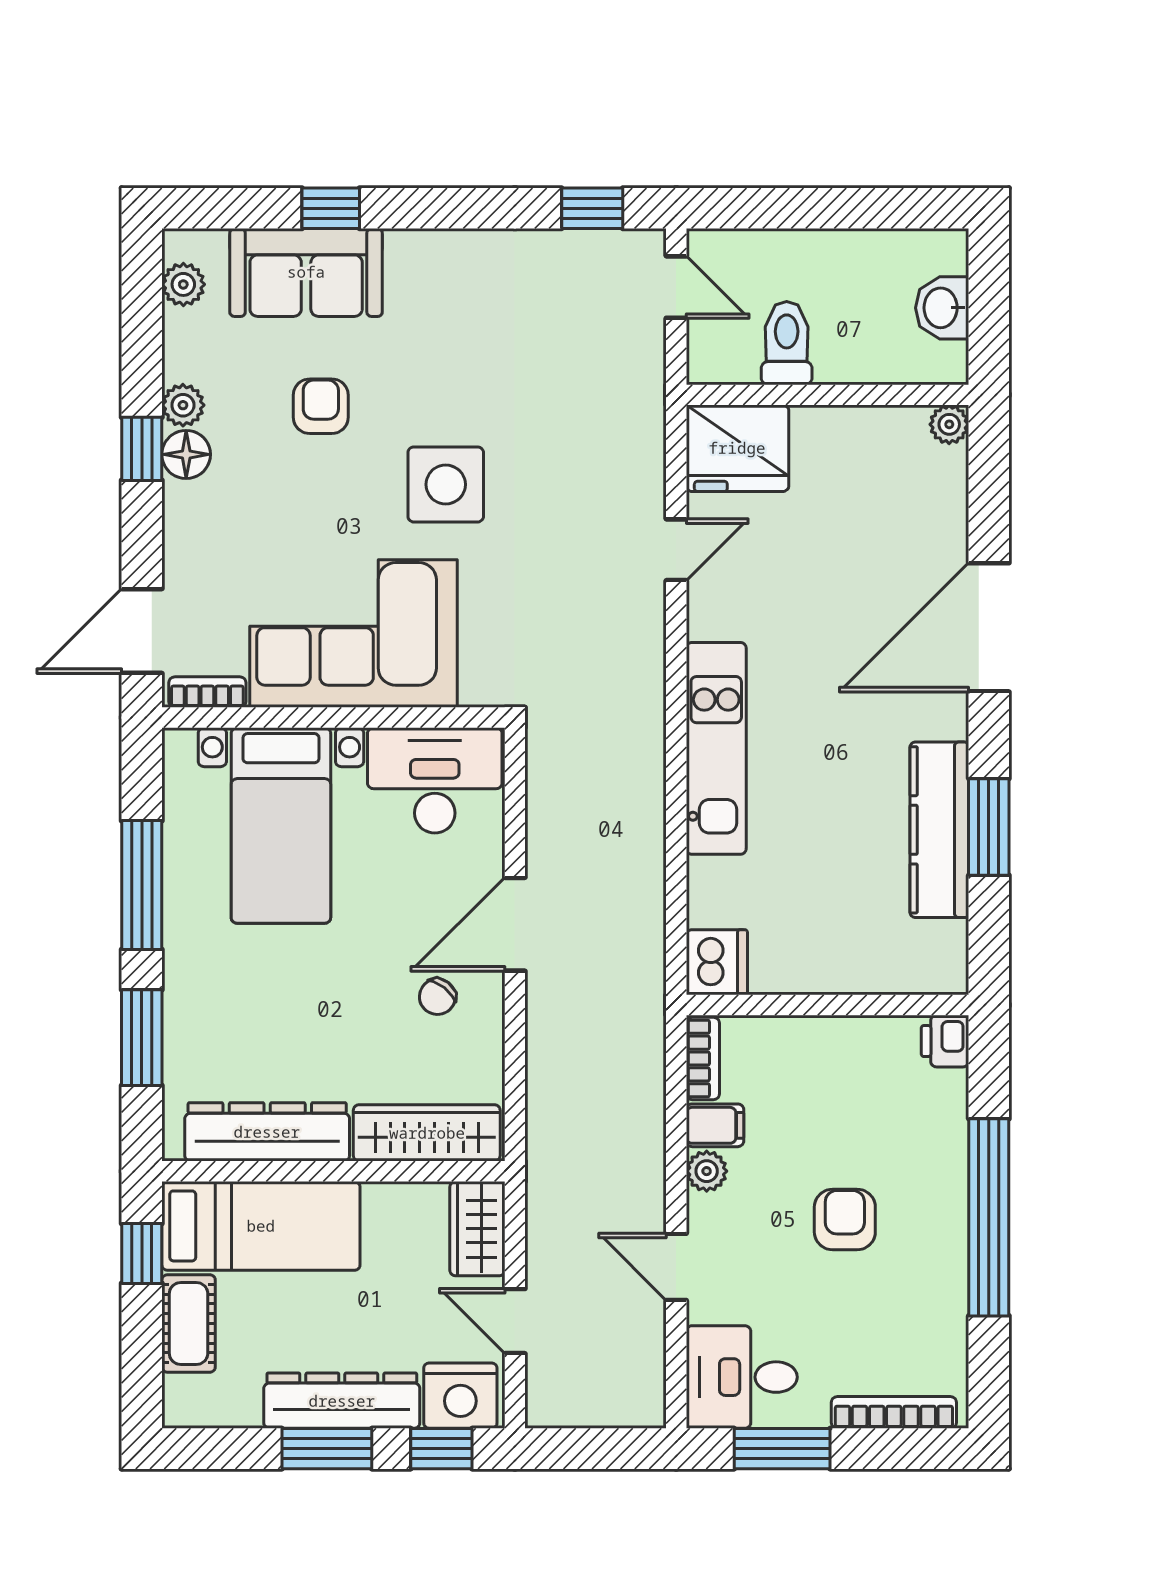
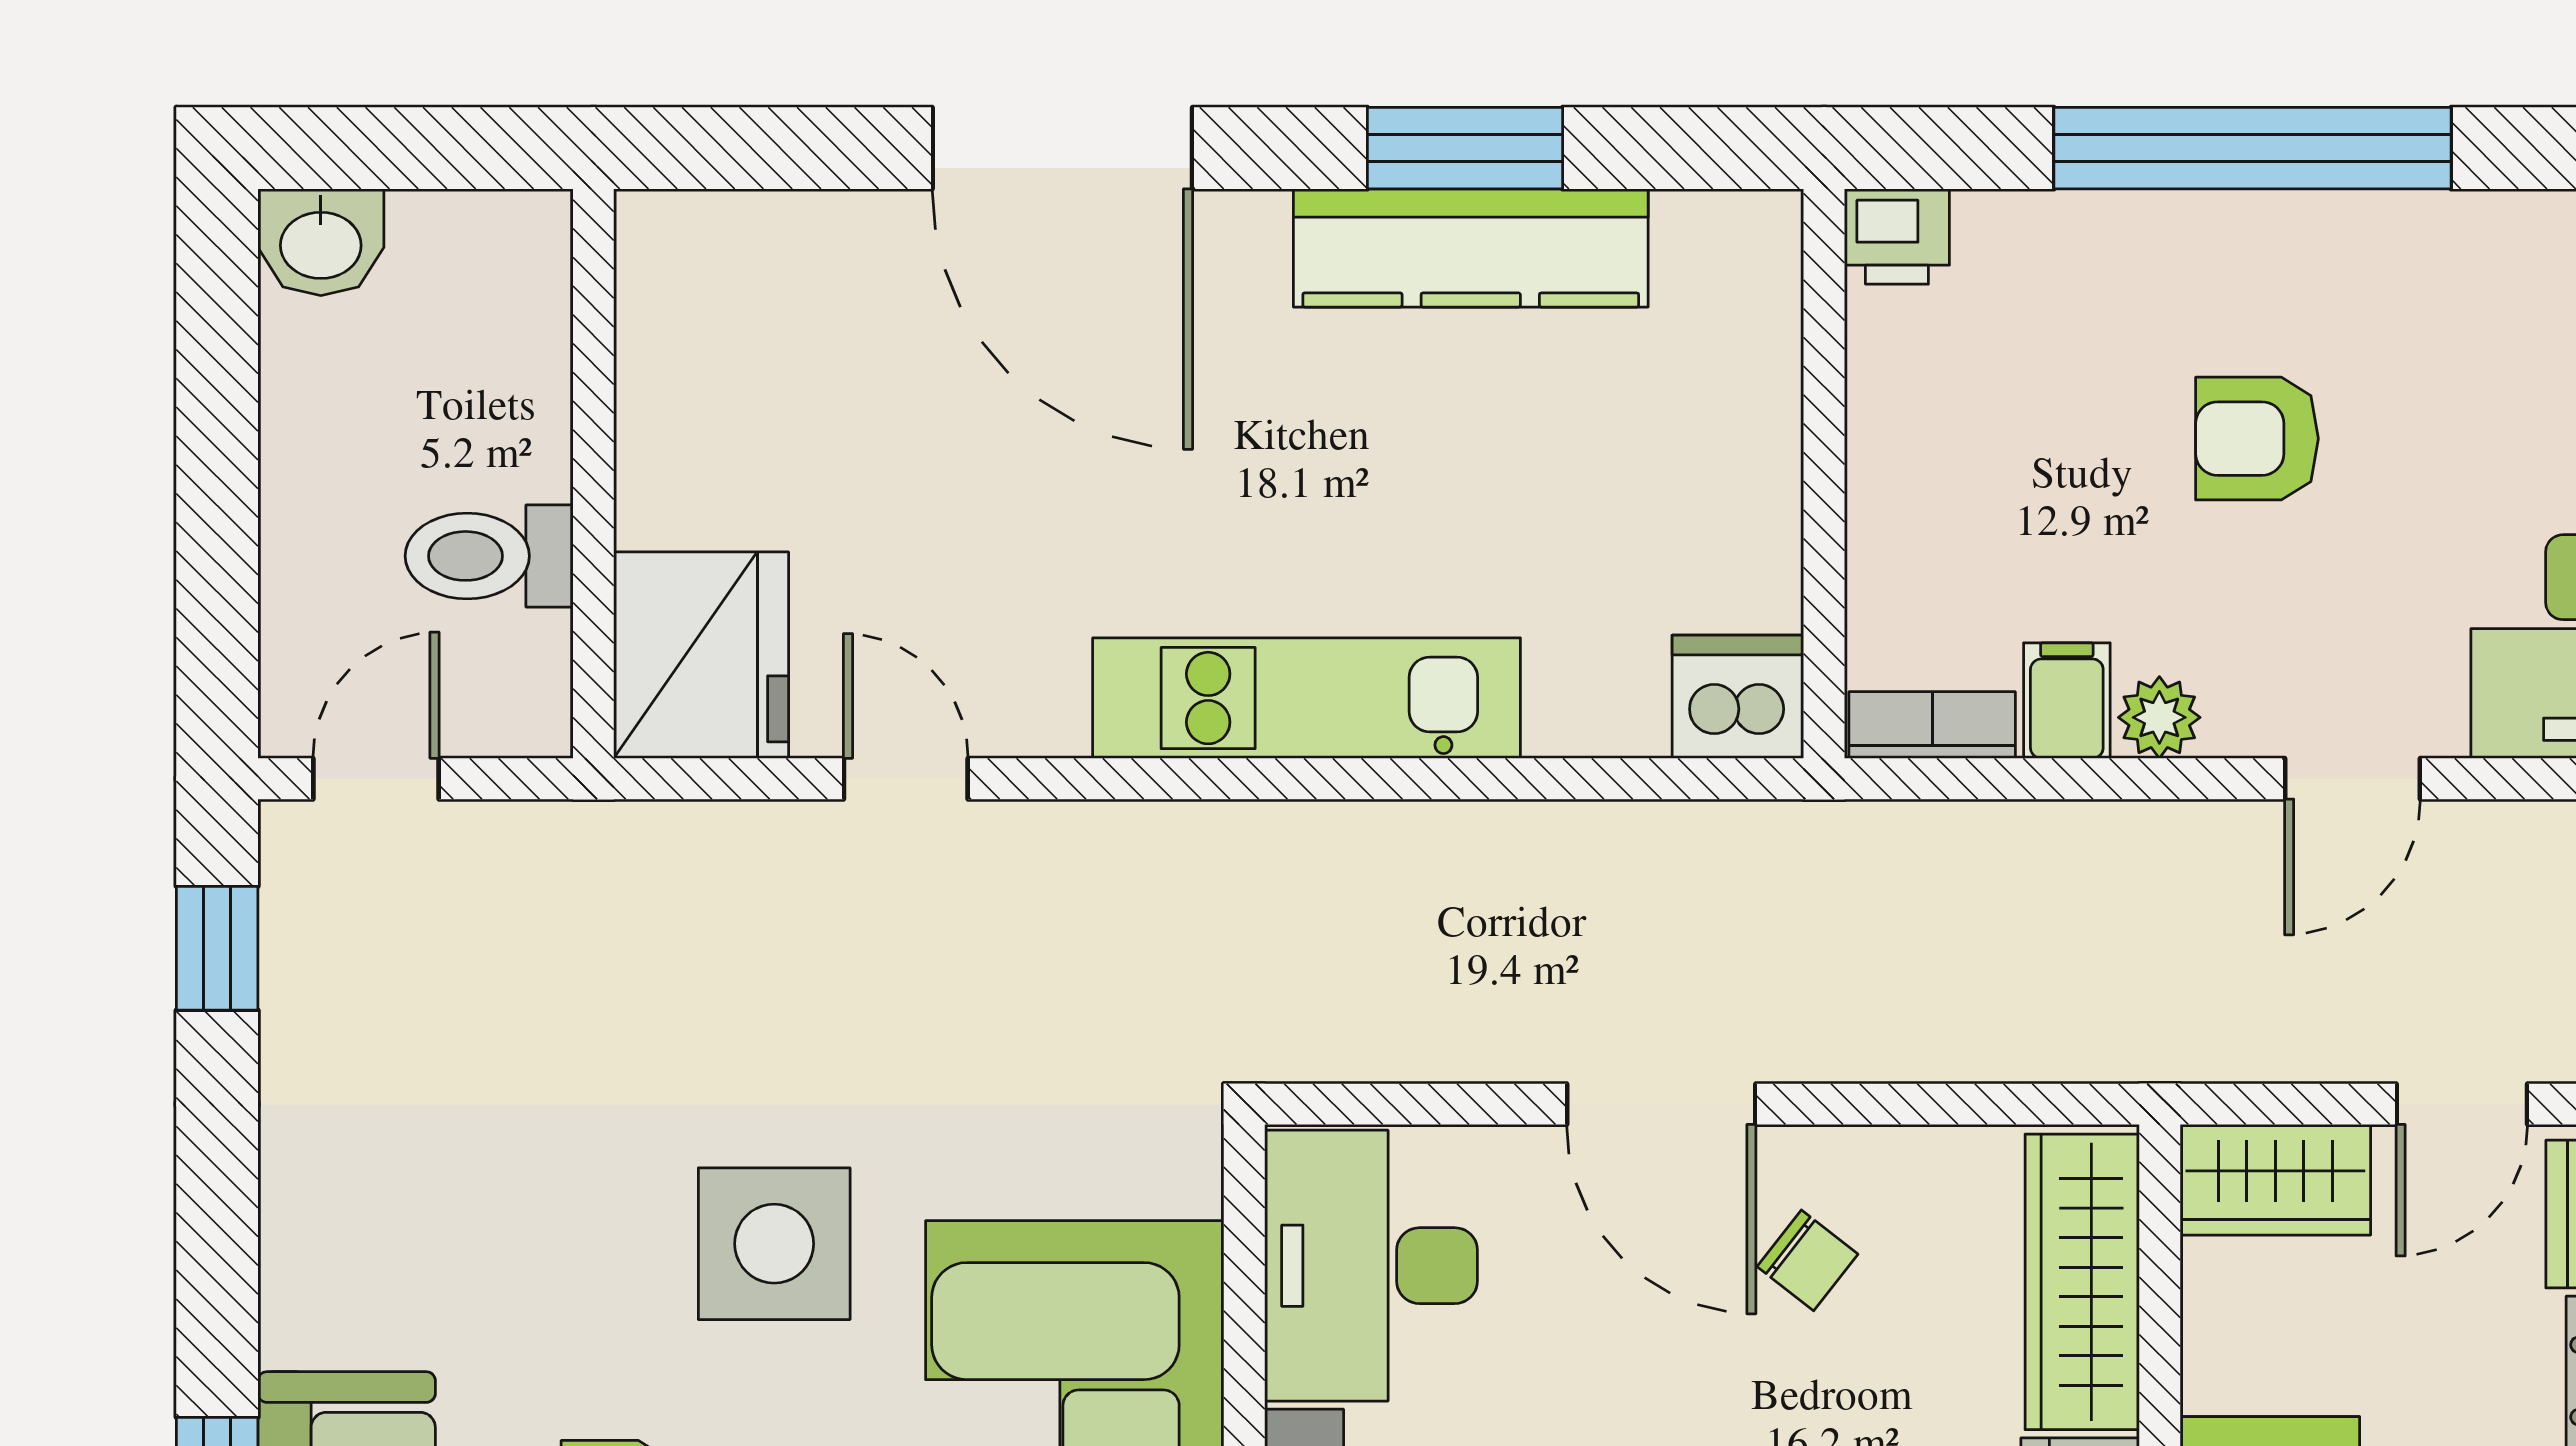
washbasin: (942, 308) -> (321, 242), moved
plant: (949, 424) -> (653, 228), removed

